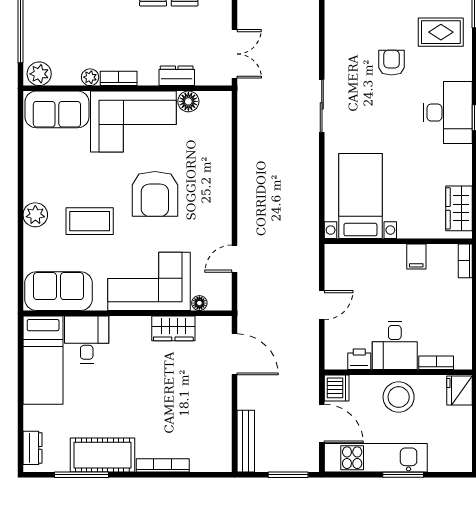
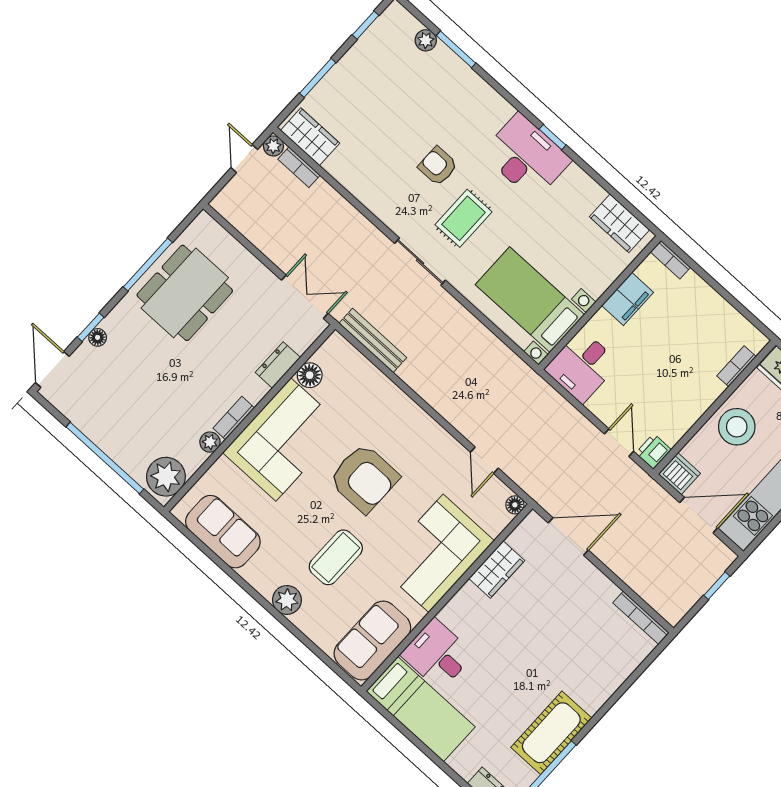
rug: (441, 32) -> (463, 218), moved
plant: (39, 74) -> (166, 477), width x1.36, depth x1.36
sofa: (57, 109) -> (223, 532), moved, turned -90
filing cabinet: (416, 256) -> (628, 299), width x2.00
floor lamp: (199, 303) -> (515, 505), moved
door: (322, 305) -> (619, 443), moved
desk: (395, 345) -> (582, 366), moved, turned 90
printer: (359, 359) -> (653, 451), moved
bench: (246, 441) -> (373, 341), moved
bookcase: (163, 465) -> (641, 618), moved, turned -90
window: (288, 475) -> (717, 586), width x0.67

